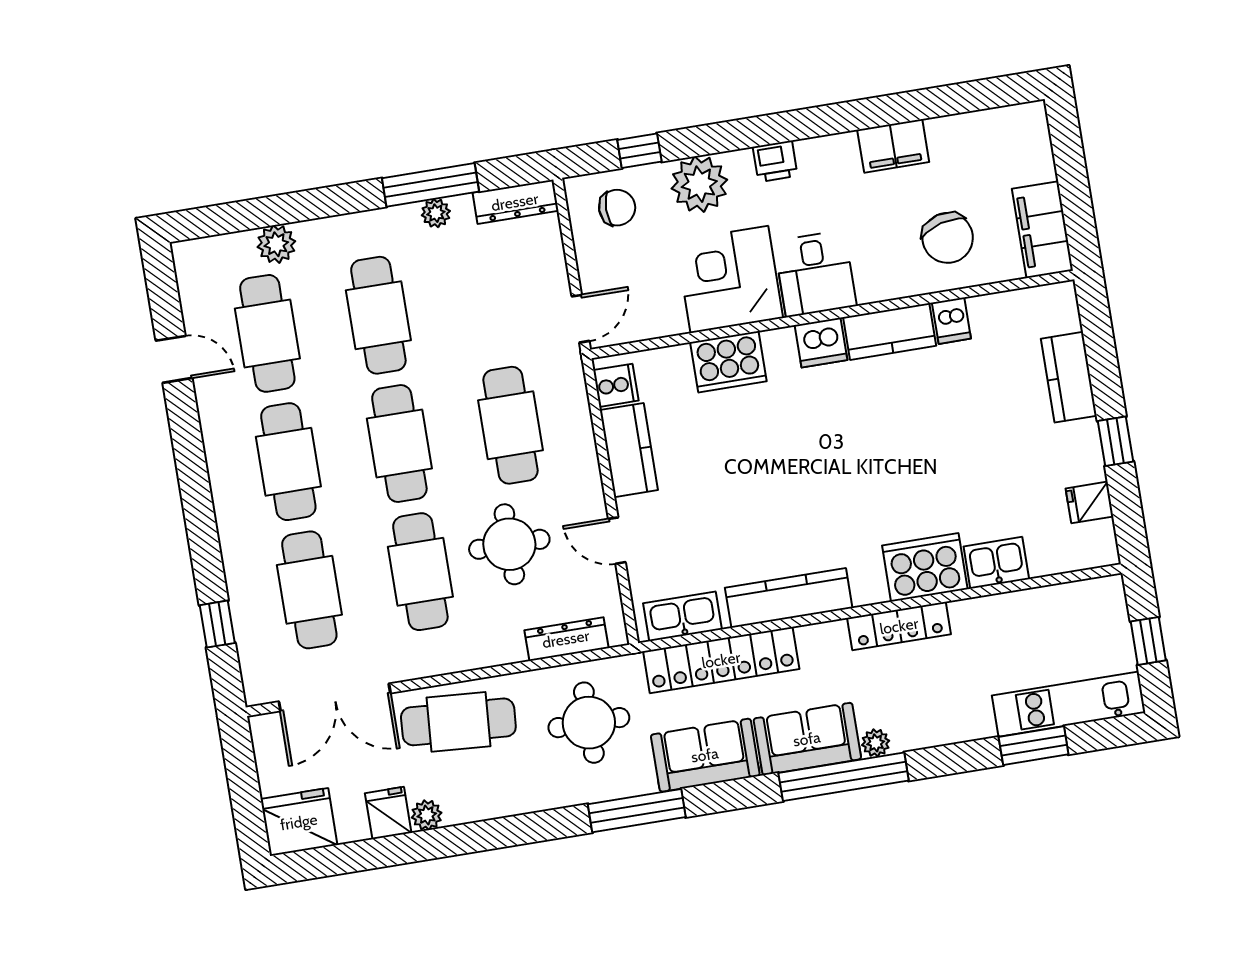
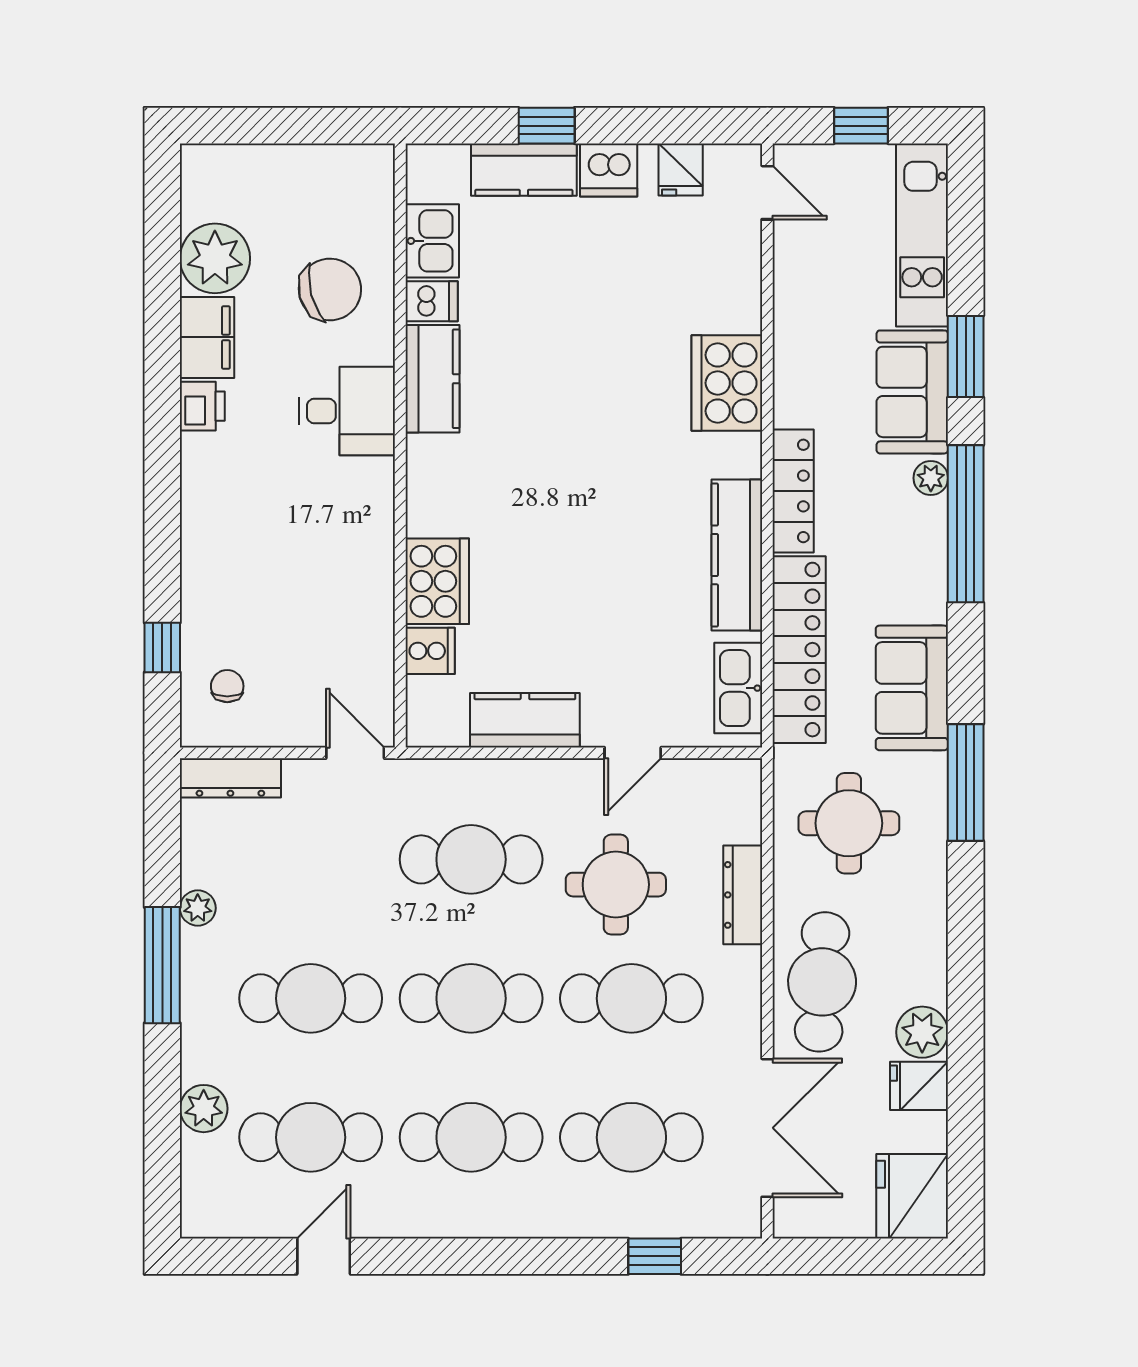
printer: (775, 161) -> (202, 406), moved
plant: (699, 184) -> (215, 258), moved
window: (430, 185) -> (162, 965), moved
dresser: (515, 202) -> (230, 778), moved, turned 90
chair: (617, 208) -> (227, 686), width x0.73, depth x0.73
filing cabinet: (1042, 230) -> (339, 172), removed
desk: (815, 274) -> (347, 411), moved
corner desk: (729, 279) -> (337, 564), removed
dishwasher: (821, 343) -> (609, 170), moved, turned 90
cooker: (616, 385) -> (430, 651), moved, turned 90
window: (1116, 441) -> (547, 126), moved
kitchen sink: (996, 563) -> (432, 241), moved, turned 180
door: (1082, 575) -> (767, 193), added
locker: (899, 626) -> (793, 491), moved
dresser: (566, 639) -> (743, 895), moved
sofa: (807, 739) -> (912, 392), moved
window: (1034, 746) -> (966, 356), moved
plant: (427, 815) -> (922, 1032), width x1.38, depth x1.38

